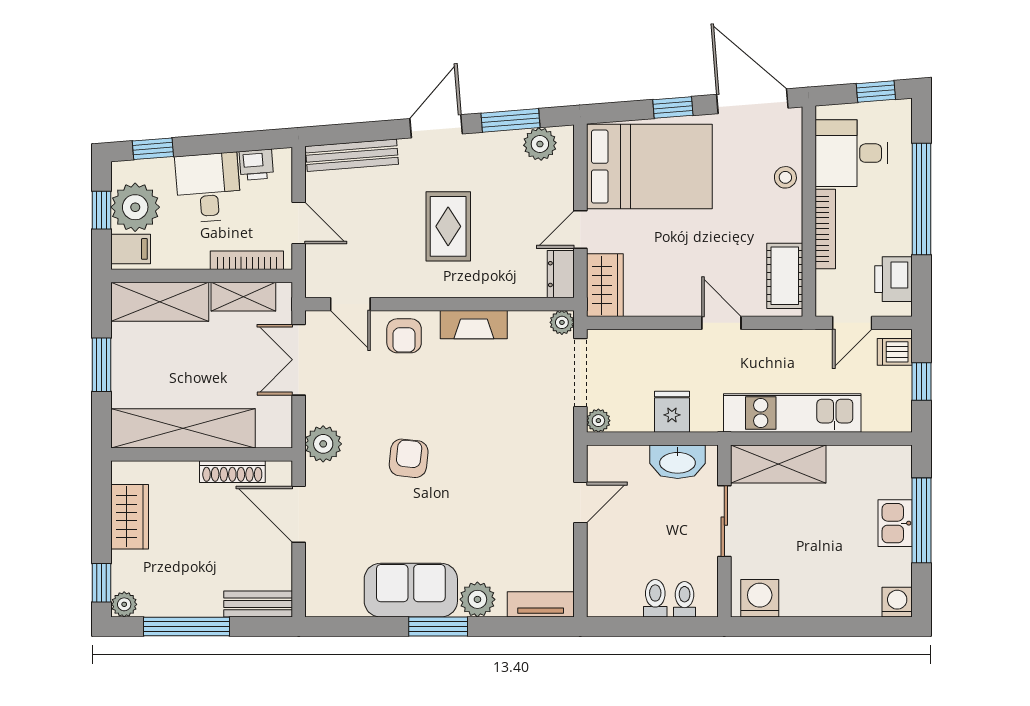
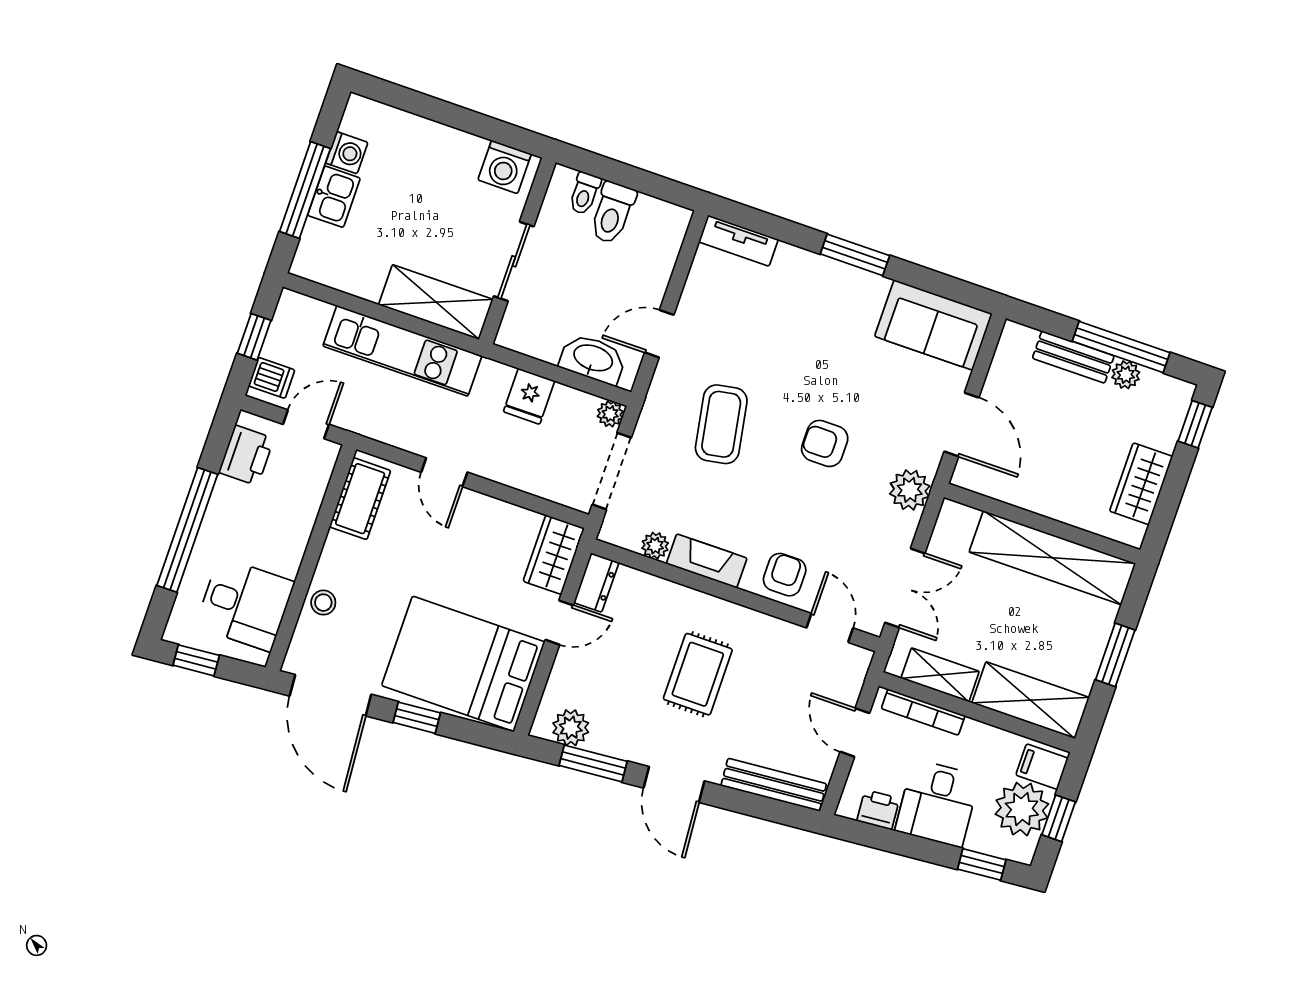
door: (436, 126) -> (674, 784), hinge flipped
bookcase: (825, 229) -> (300, 533), removed
plant: (562, 322) -> (655, 546), moved
coffee table: (502, 444) -> (721, 424), added
armchair: (409, 458) -> (825, 443), turned 84
washbasin: (678, 462) -> (593, 359), moved
shoe rack: (232, 472) -> (1016, 494), removed
sofa: (411, 590) -> (933, 325), moved
toilet: (655, 598) -> (612, 213), width x1.37, depth x1.39
plant: (477, 599) -> (804, 269), removed
washing machine: (897, 602) -> (347, 153), moved, turned -90
plant: (124, 604) -> (1126, 375), moved
bench: (258, 604) -> (1073, 357), moved

